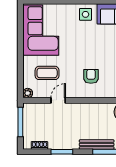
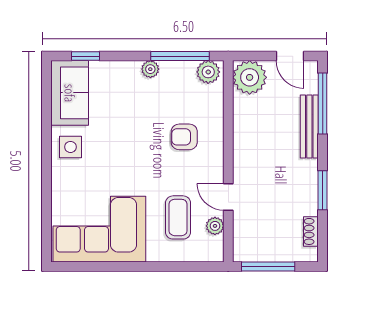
plant: (28, 93) -> (215, 226), moved

